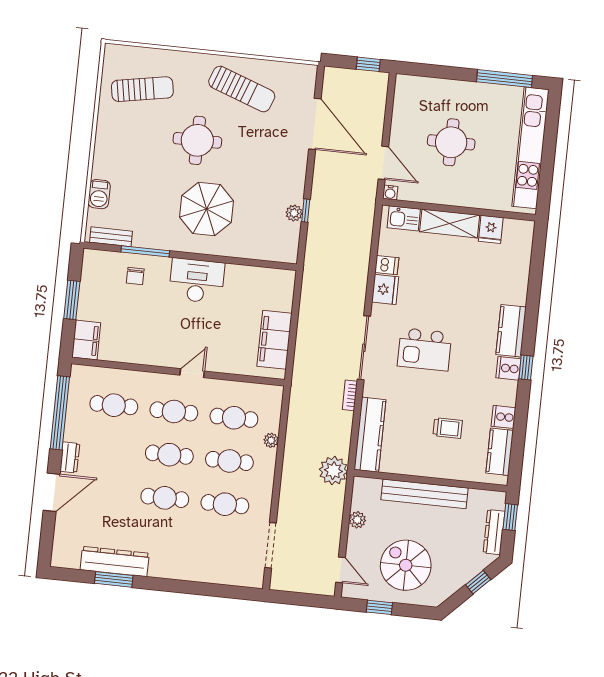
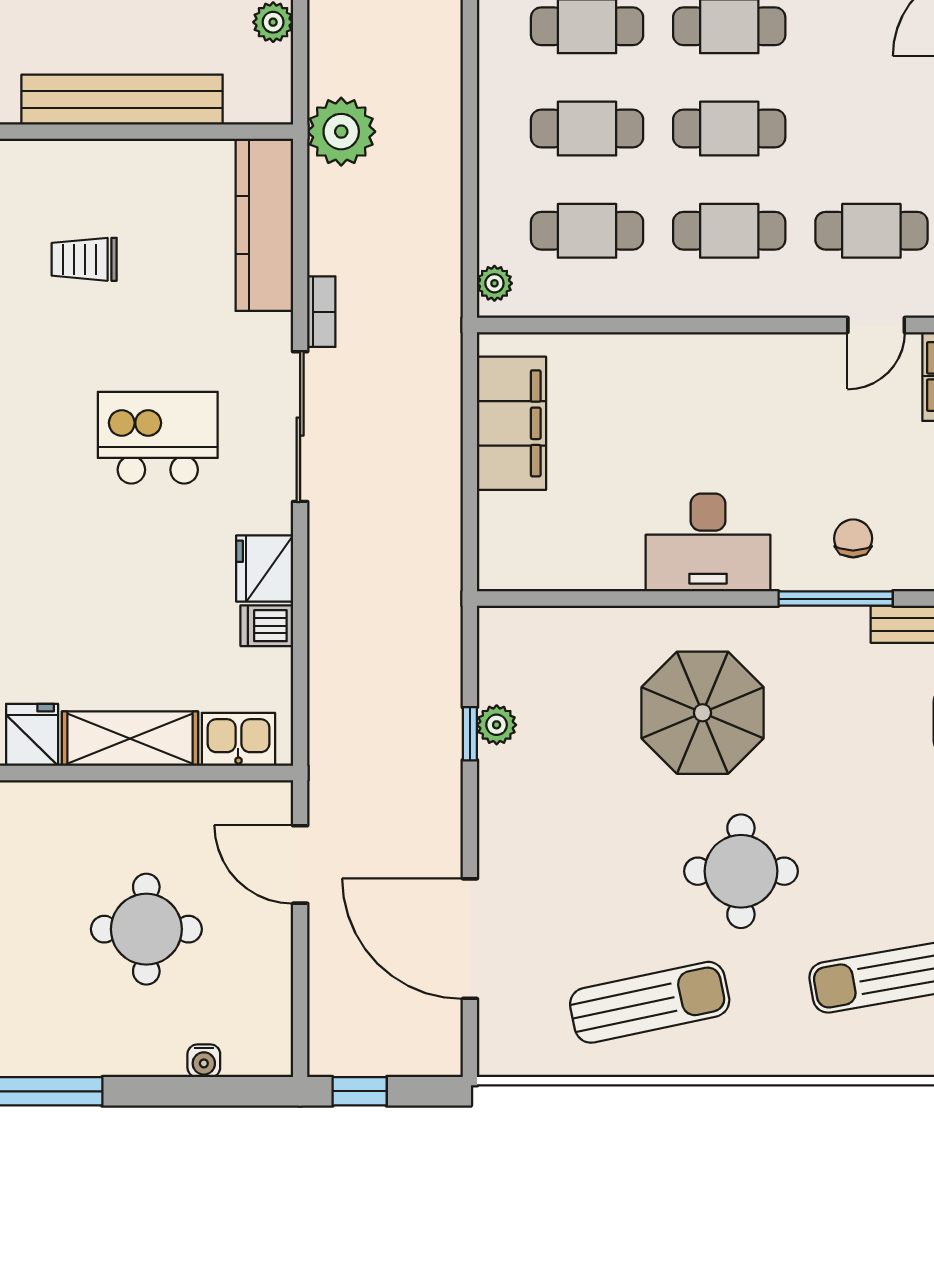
sun lounger: (242, 89) -> (650, 1002), turned 148
water cooler: (390, 193) -> (204, 1061), moved, turned 180
door: (192, 373) -> (876, 325), moved
plant: (271, 440) -> (494, 283), moved

